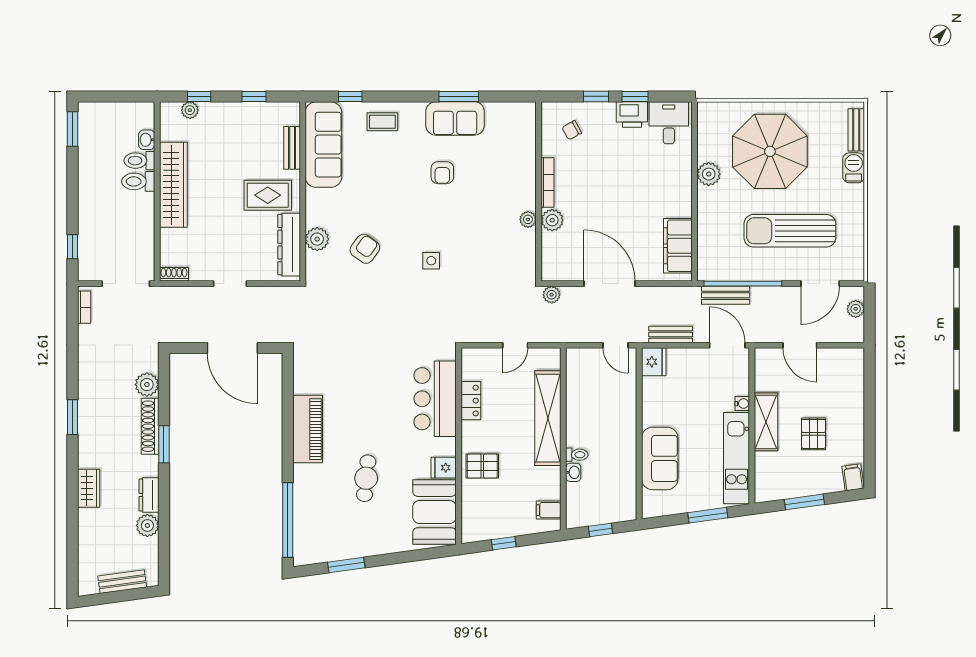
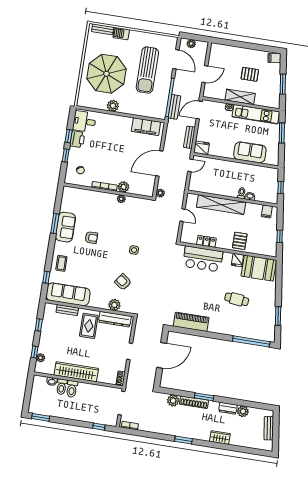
piano: (308, 429) -> (191, 322), moved

